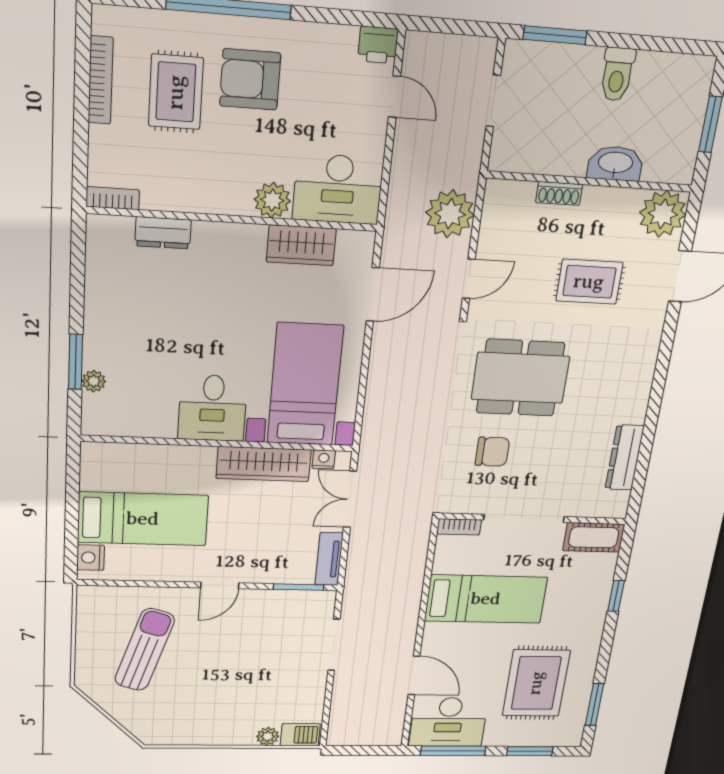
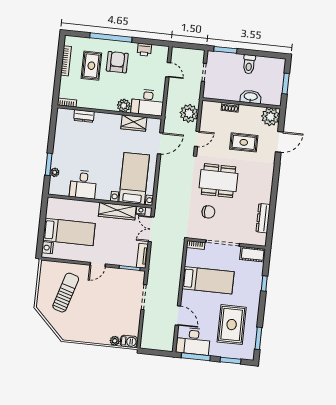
printer: (378, 45) -> (144, 50), moved
armchair: (250, 79) -> (117, 62), turned 90
desk: (213, 408) -> (83, 184), moved

